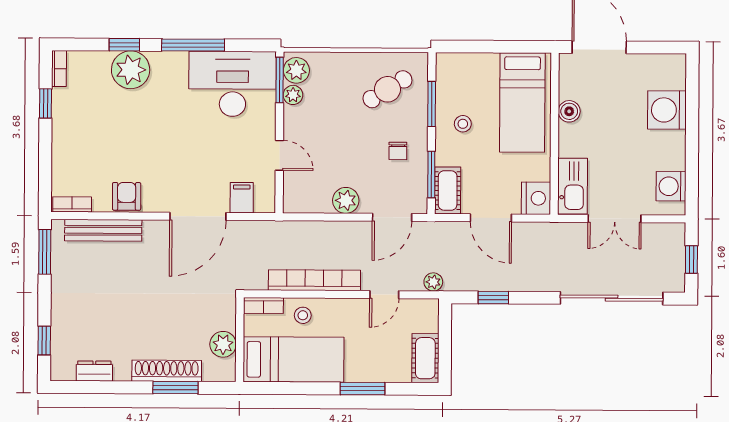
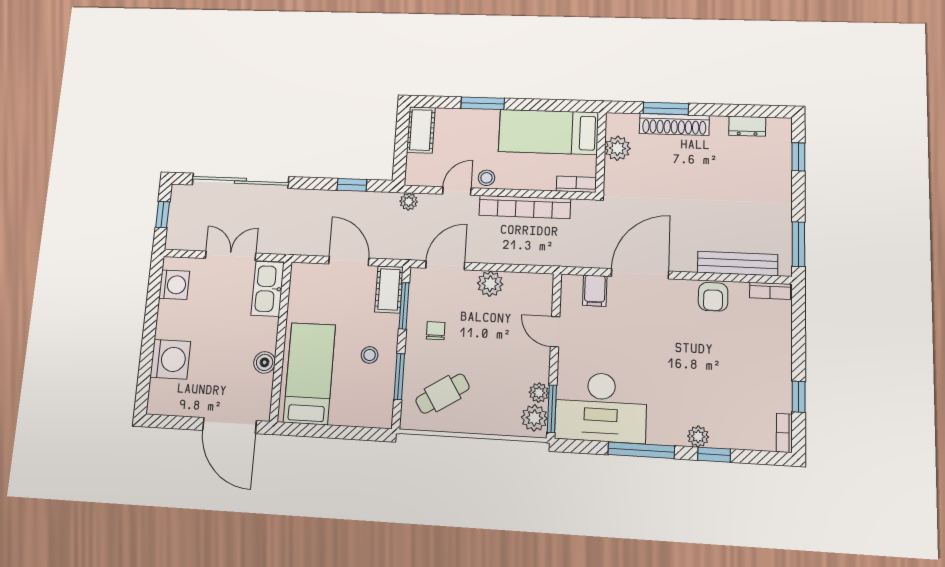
plant: (131, 70) -> (698, 436), width x0.53, depth x0.53
nightstand: (536, 198) -> (304, 278), removed
stool: (303, 315) -> (486, 178), moved

